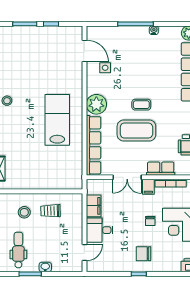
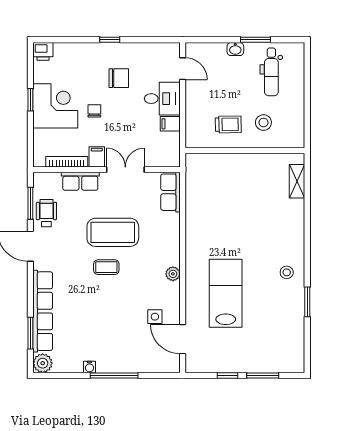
plant: (96, 104) -> (173, 274), width x0.53, depth x0.53
lab bench: (57, 120) -> (226, 293), moved, turned 180
row of seats: (93, 145) -> (171, 192), width x0.50
filing cabinet: (94, 206) -> (170, 124), width x0.50
door: (84, 252) -> (183, 69), swing flipped
chair: (144, 254) -> (119, 78), moved

